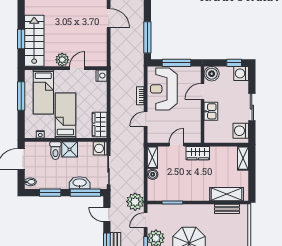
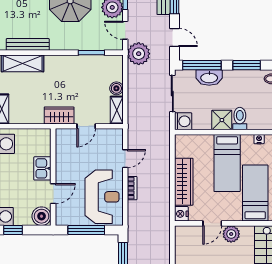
wardrobe: (100, 124) -> (184, 182), moved, width x1.50
bench: (227, 209) -> (28, 44), width x1.36
door: (146, 220) -> (125, 30), swing flipped

